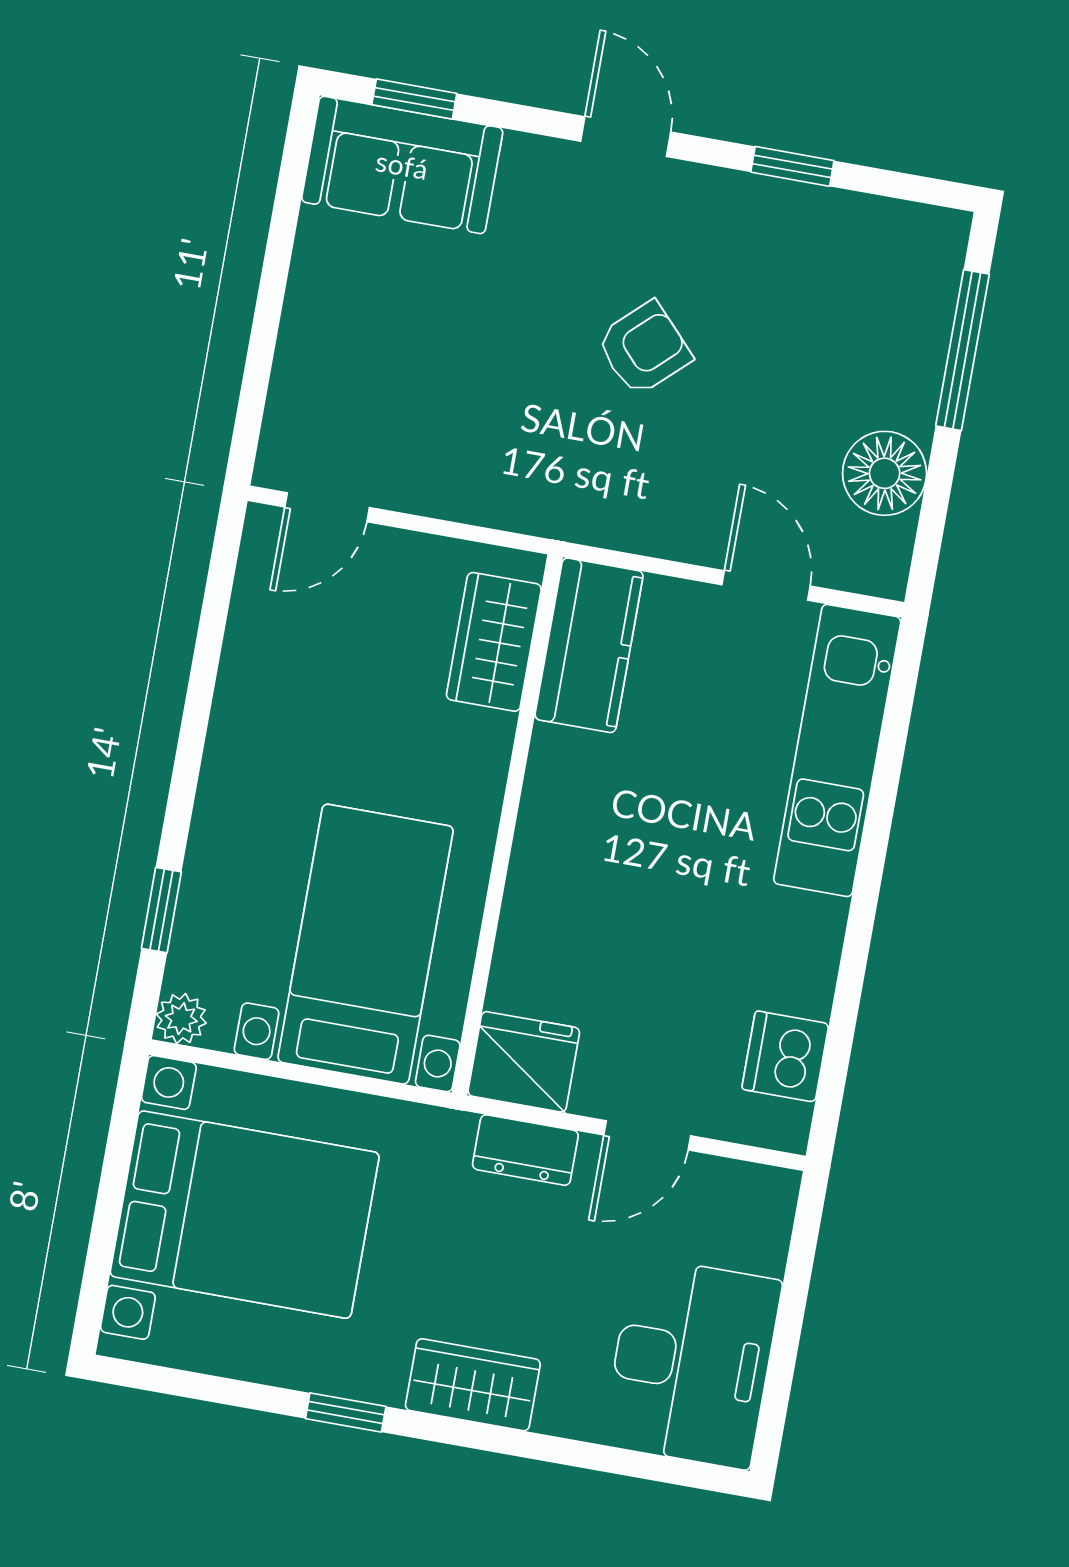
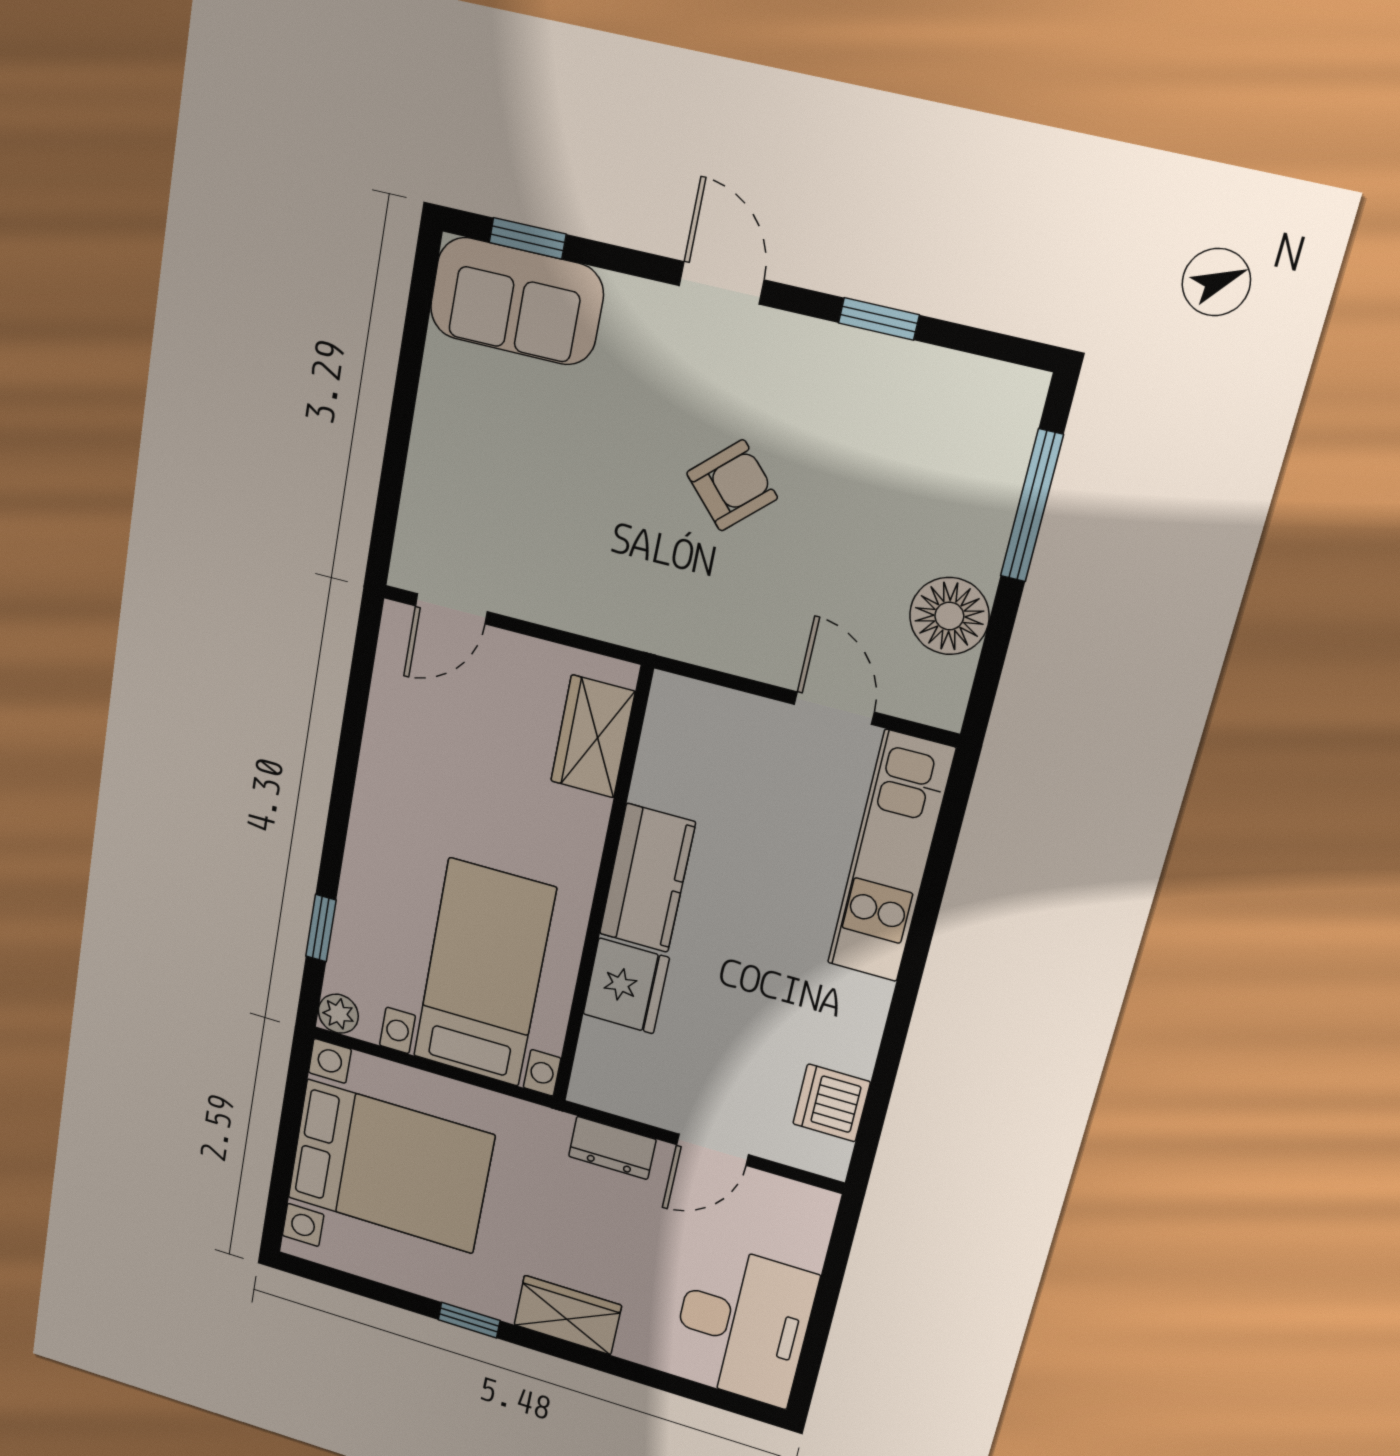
kitchen counter: (589, 645) -> (647, 878), moved
fridge: (524, 1062) -> (626, 986), moved, turned 90

